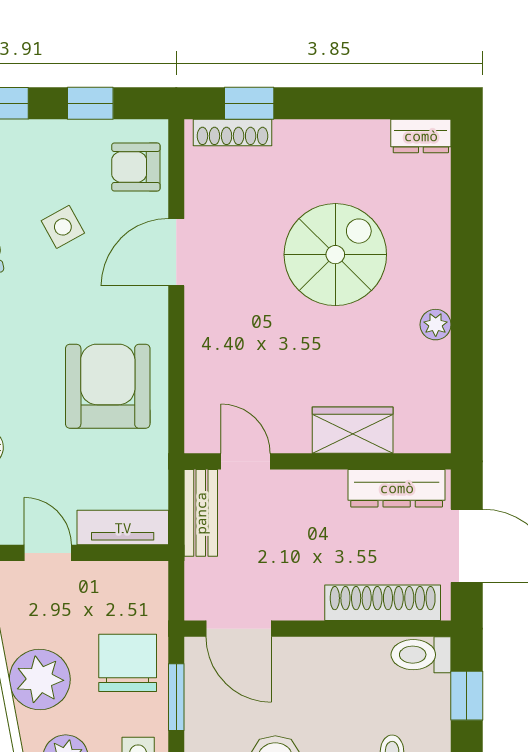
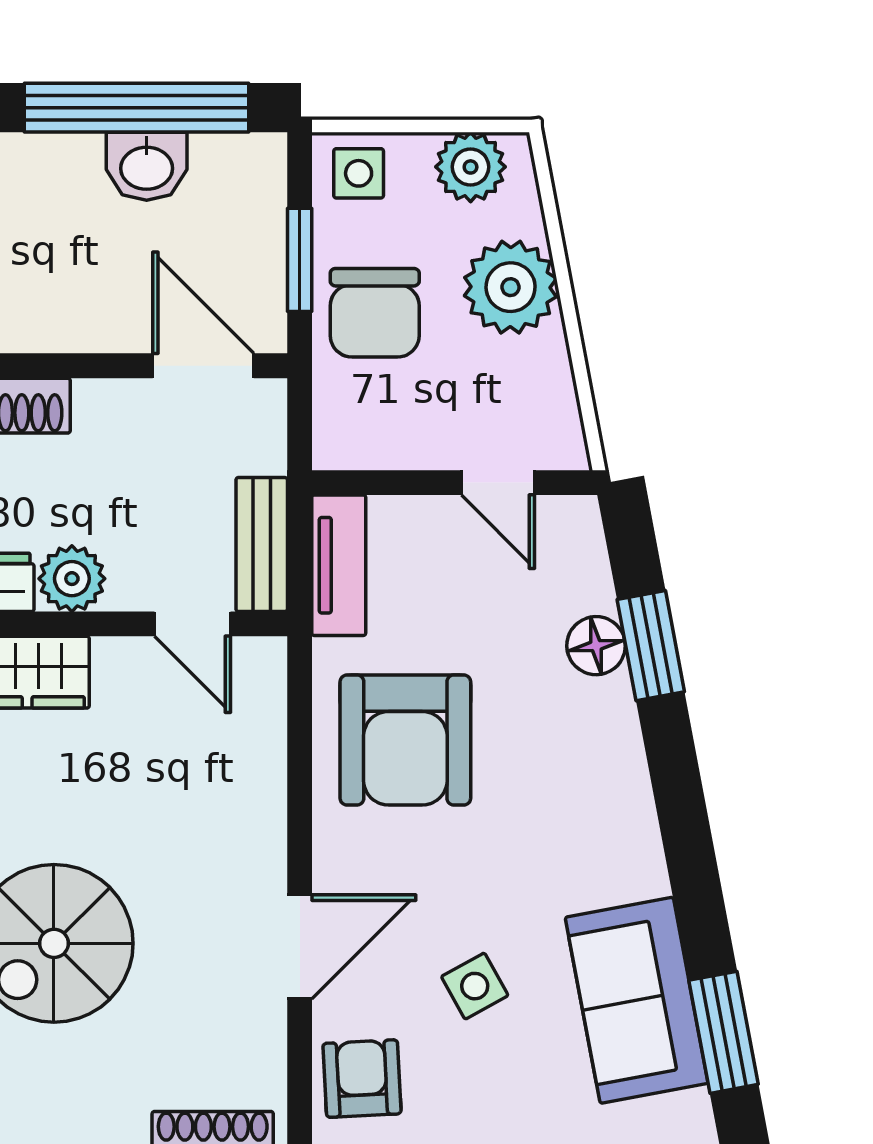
armchair: (136, 167) -> (362, 1079), turned -93
plant: (324, 491) -> (72, 579), added
tv unit: (123, 528) -> (339, 565), moved, turned -90

